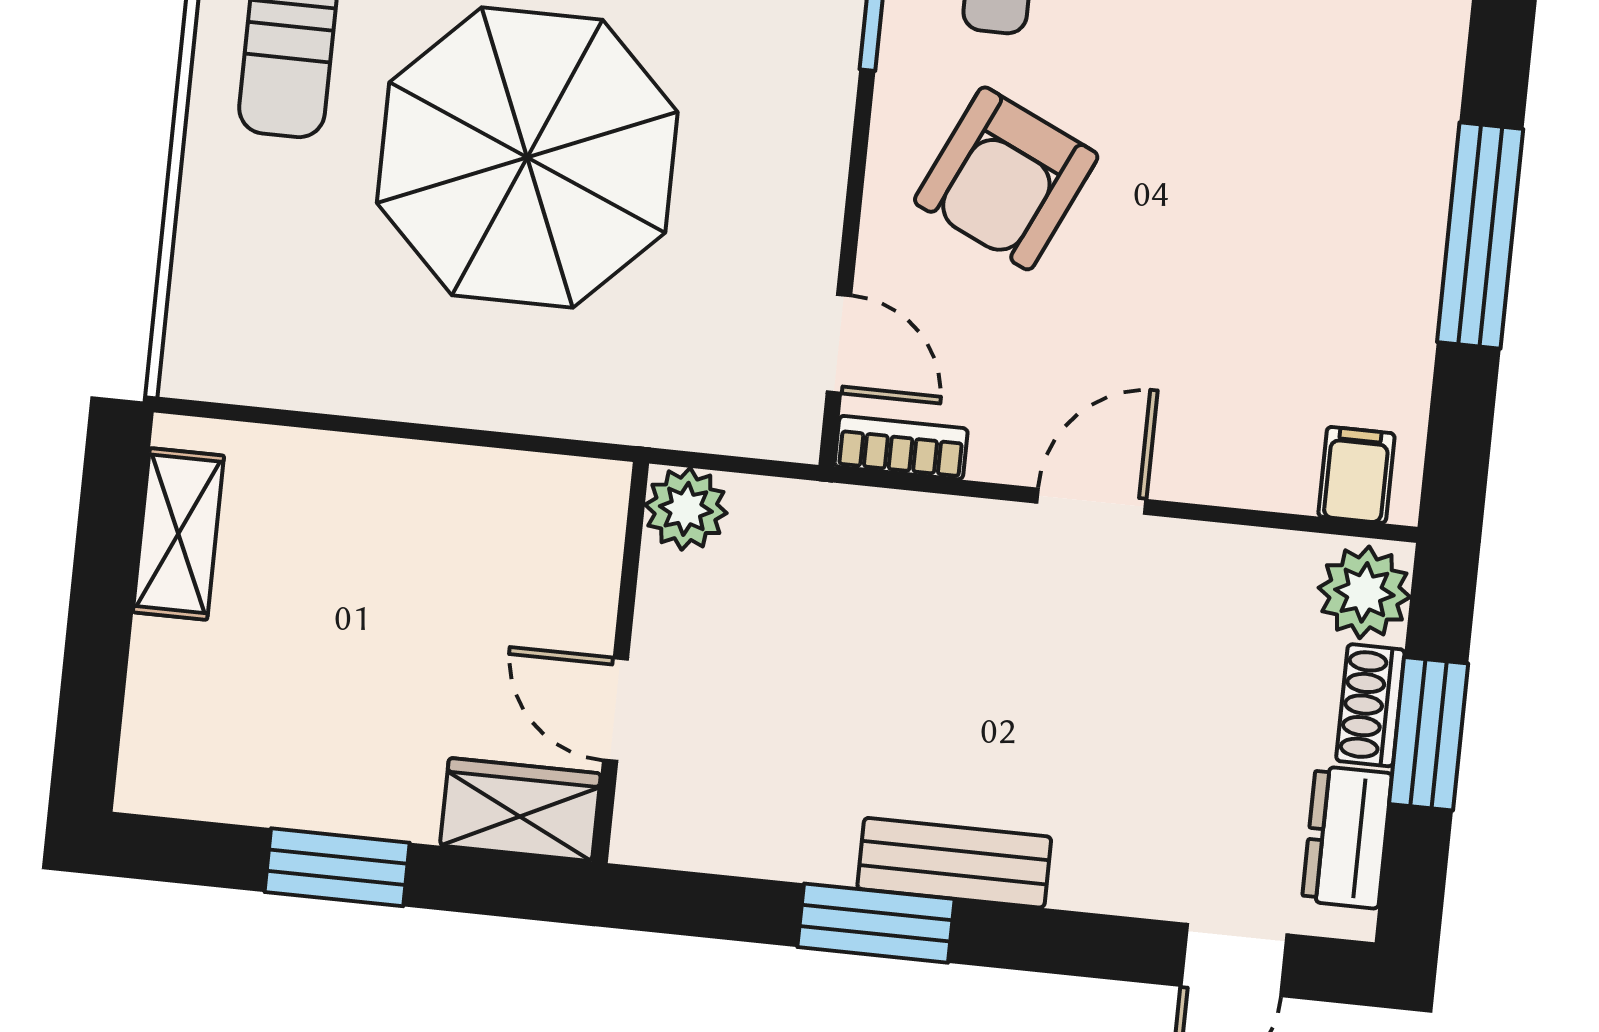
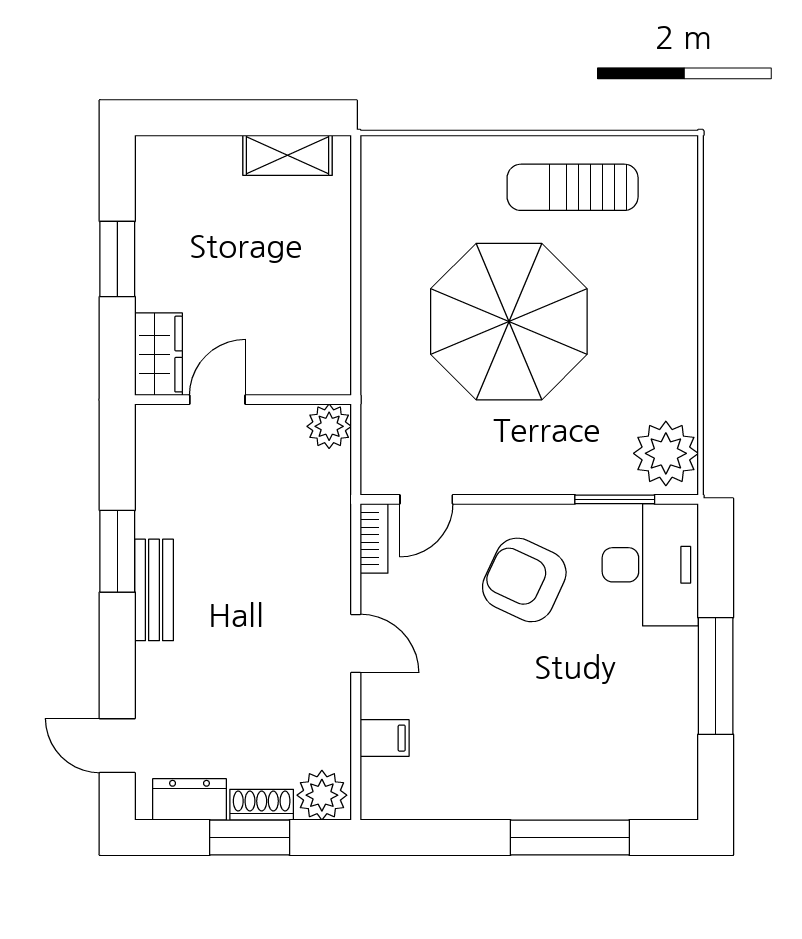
window: (1480, 236) -> (570, 838), moved
filing cabinet: (1356, 475) -> (385, 738), moved

